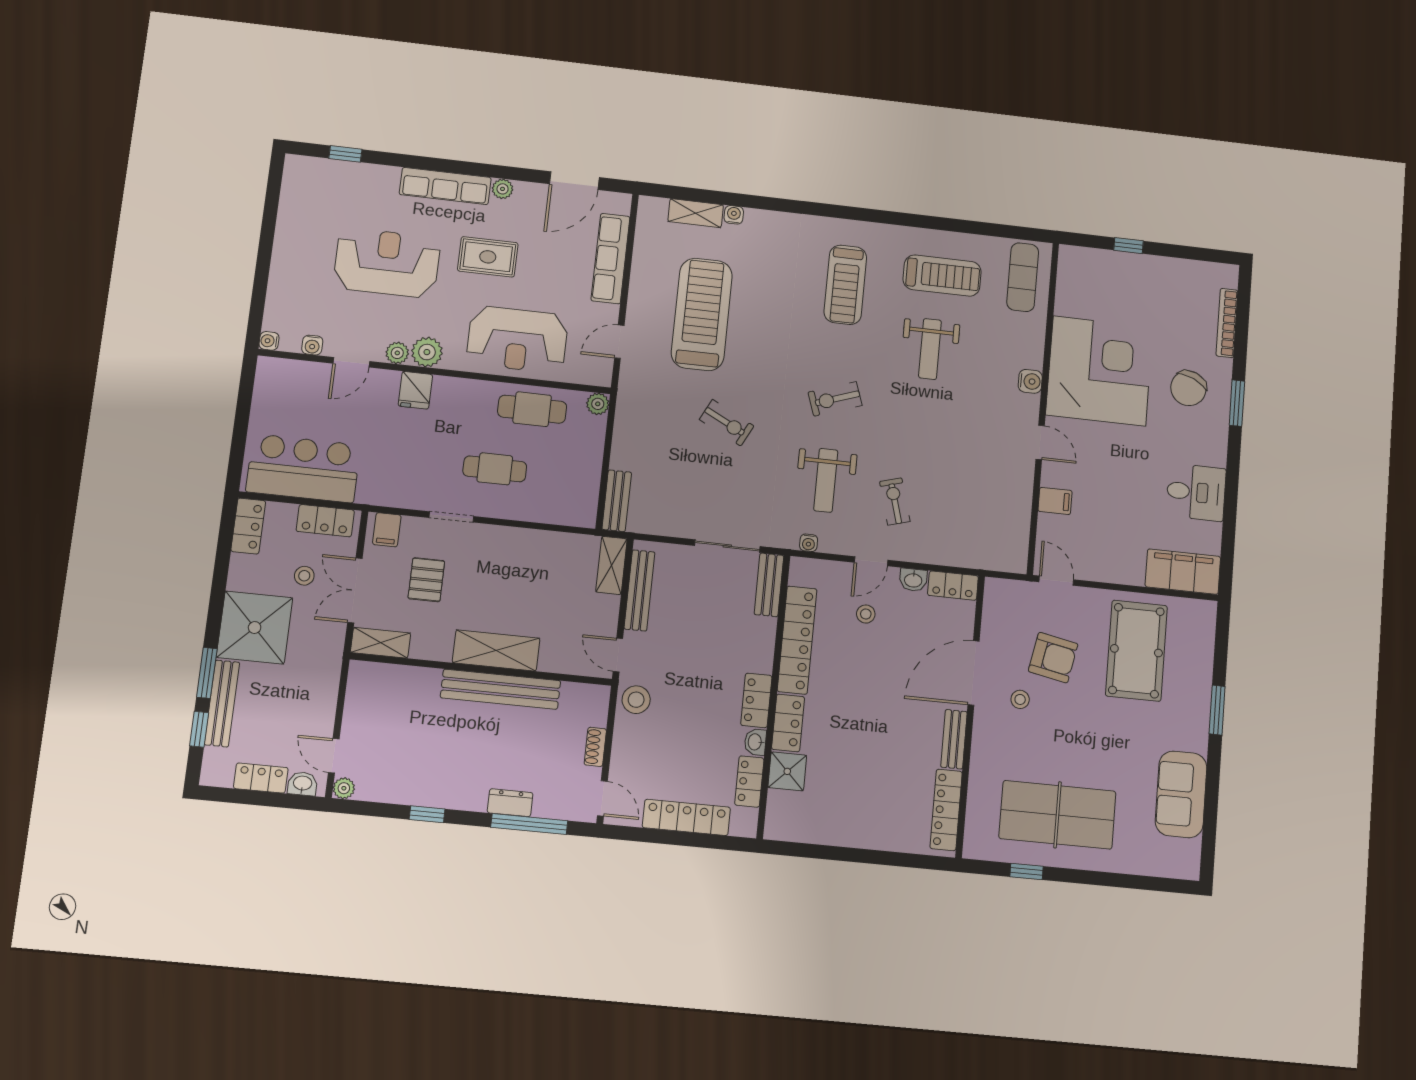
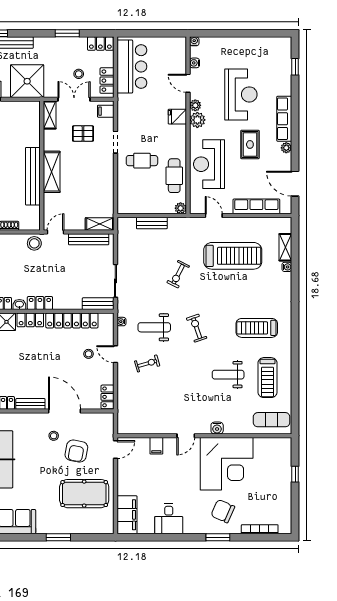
cafe table: (495, 469) -> (142, 161), turned 90
bench: (617, 501) -> (152, 223), moved
washbasin: (913, 580) -> (108, 376), removed
shower: (255, 628) -> (27, 81), moved
window: (207, 673) -> (67, 33), moved

